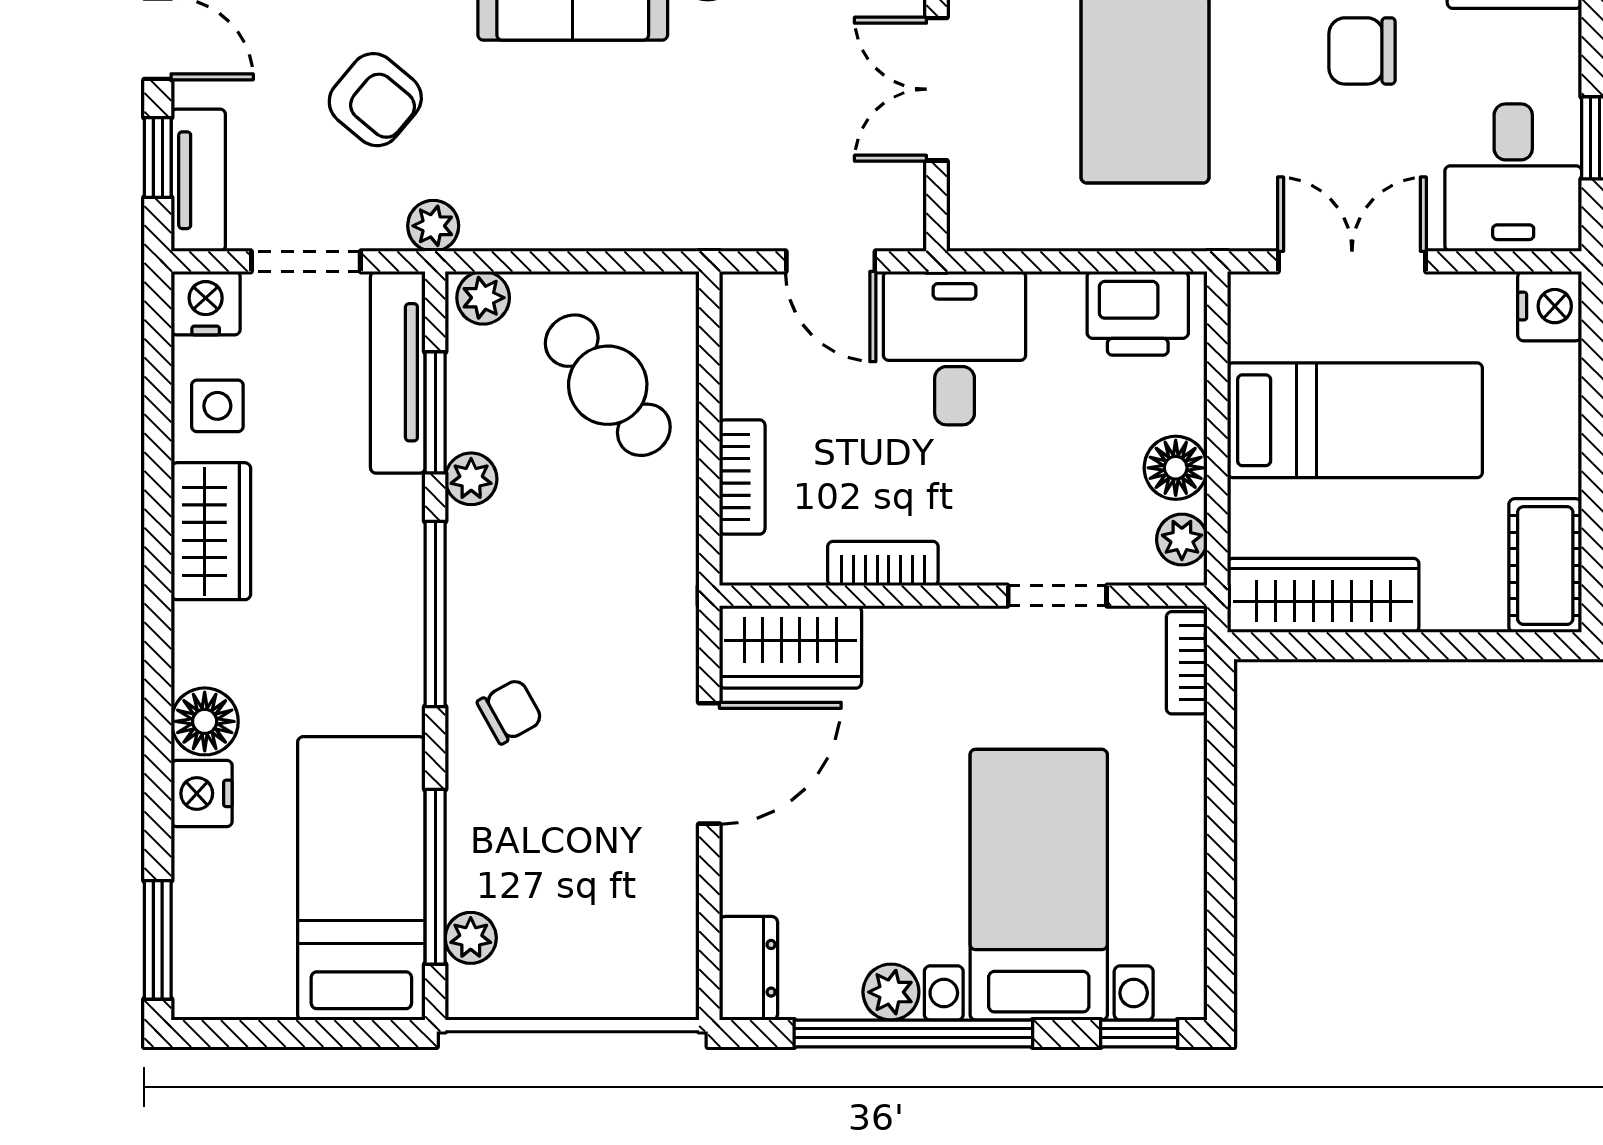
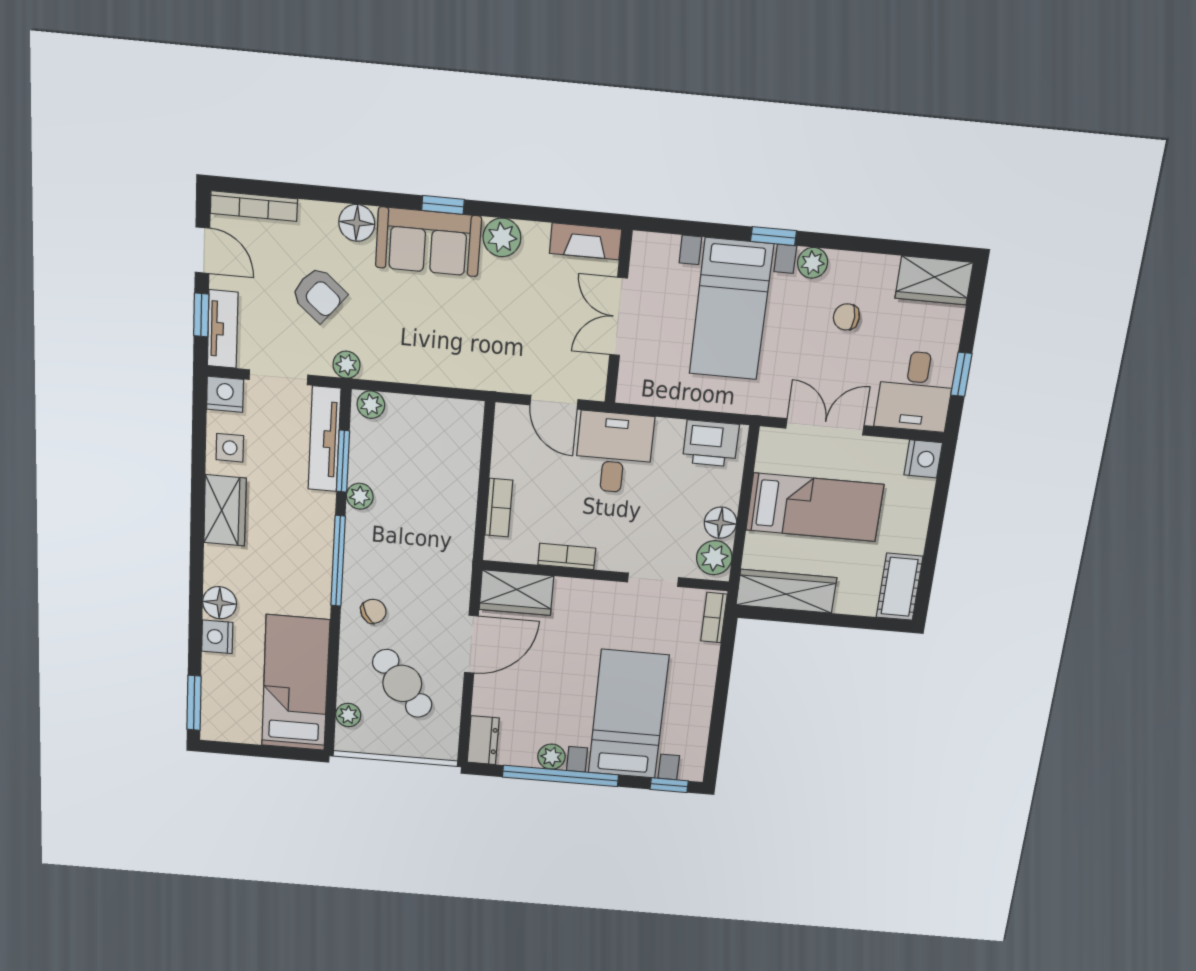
chair: (1362, 51) -> (846, 317), width x0.73, depth x0.73
cafe table: (608, 385) -> (402, 683), moved
plant: (1182, 540) -> (714, 558), width x1.38, depth x1.38
window: (435, 877) -> (332, 686), removed

